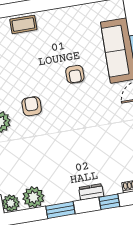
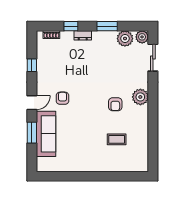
coffee table: (23, 24) -> (117, 139), moved
armchair: (75, 74) -> (62, 98), moved

